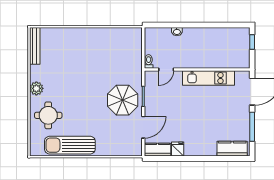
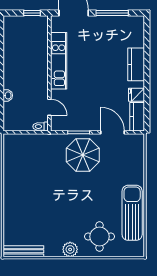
window: (252, 42) -> (32, 13), moved
sun lounger: (70, 145) -> (132, 213), turned 180
kitchen counter: (232, 149) -> (136, 64), moved

